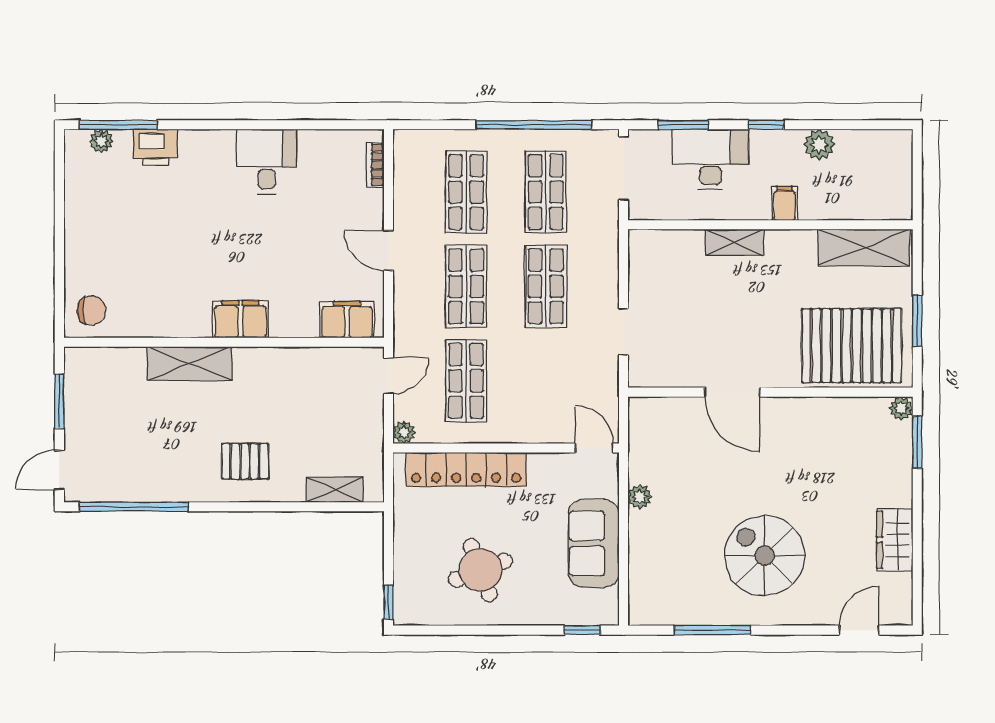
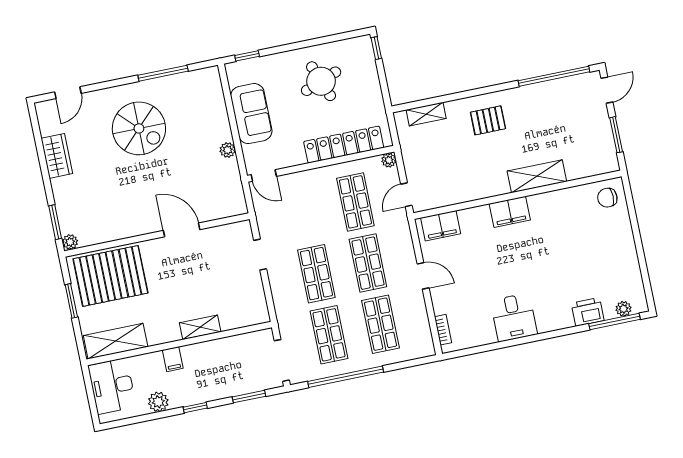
desk: (710, 159) -> (112, 386), moved, turned 90

